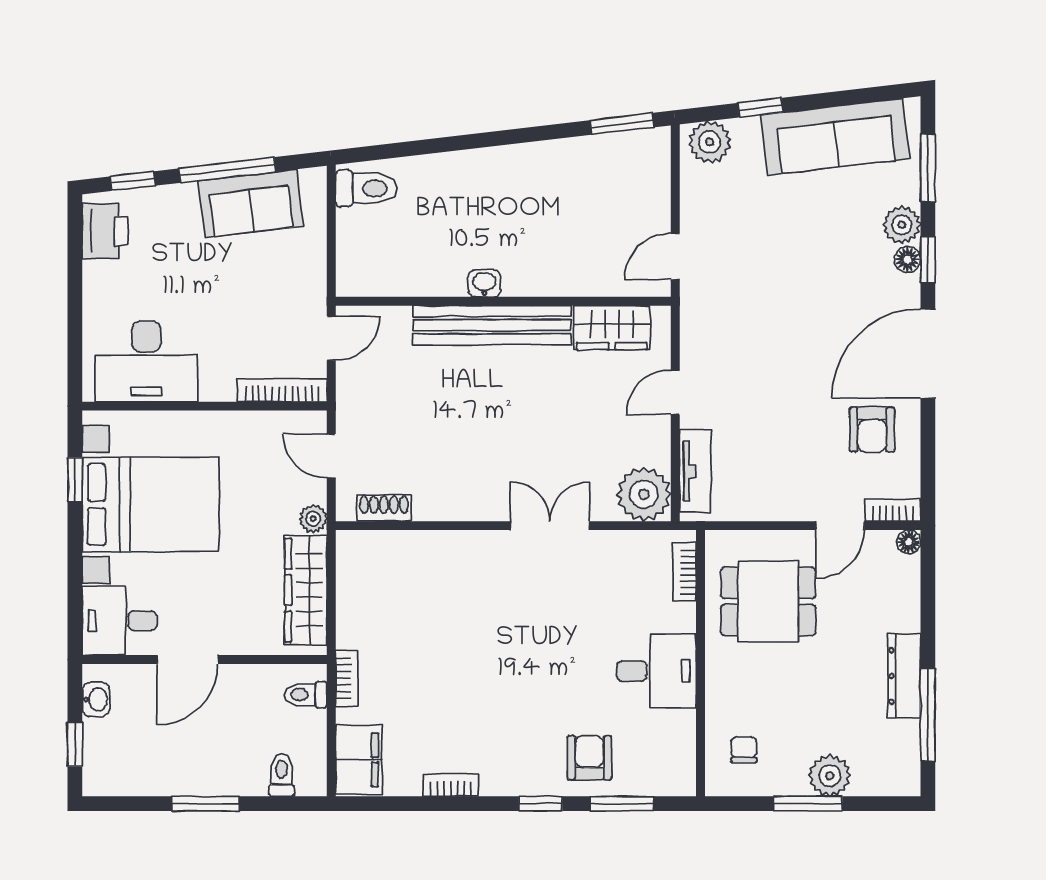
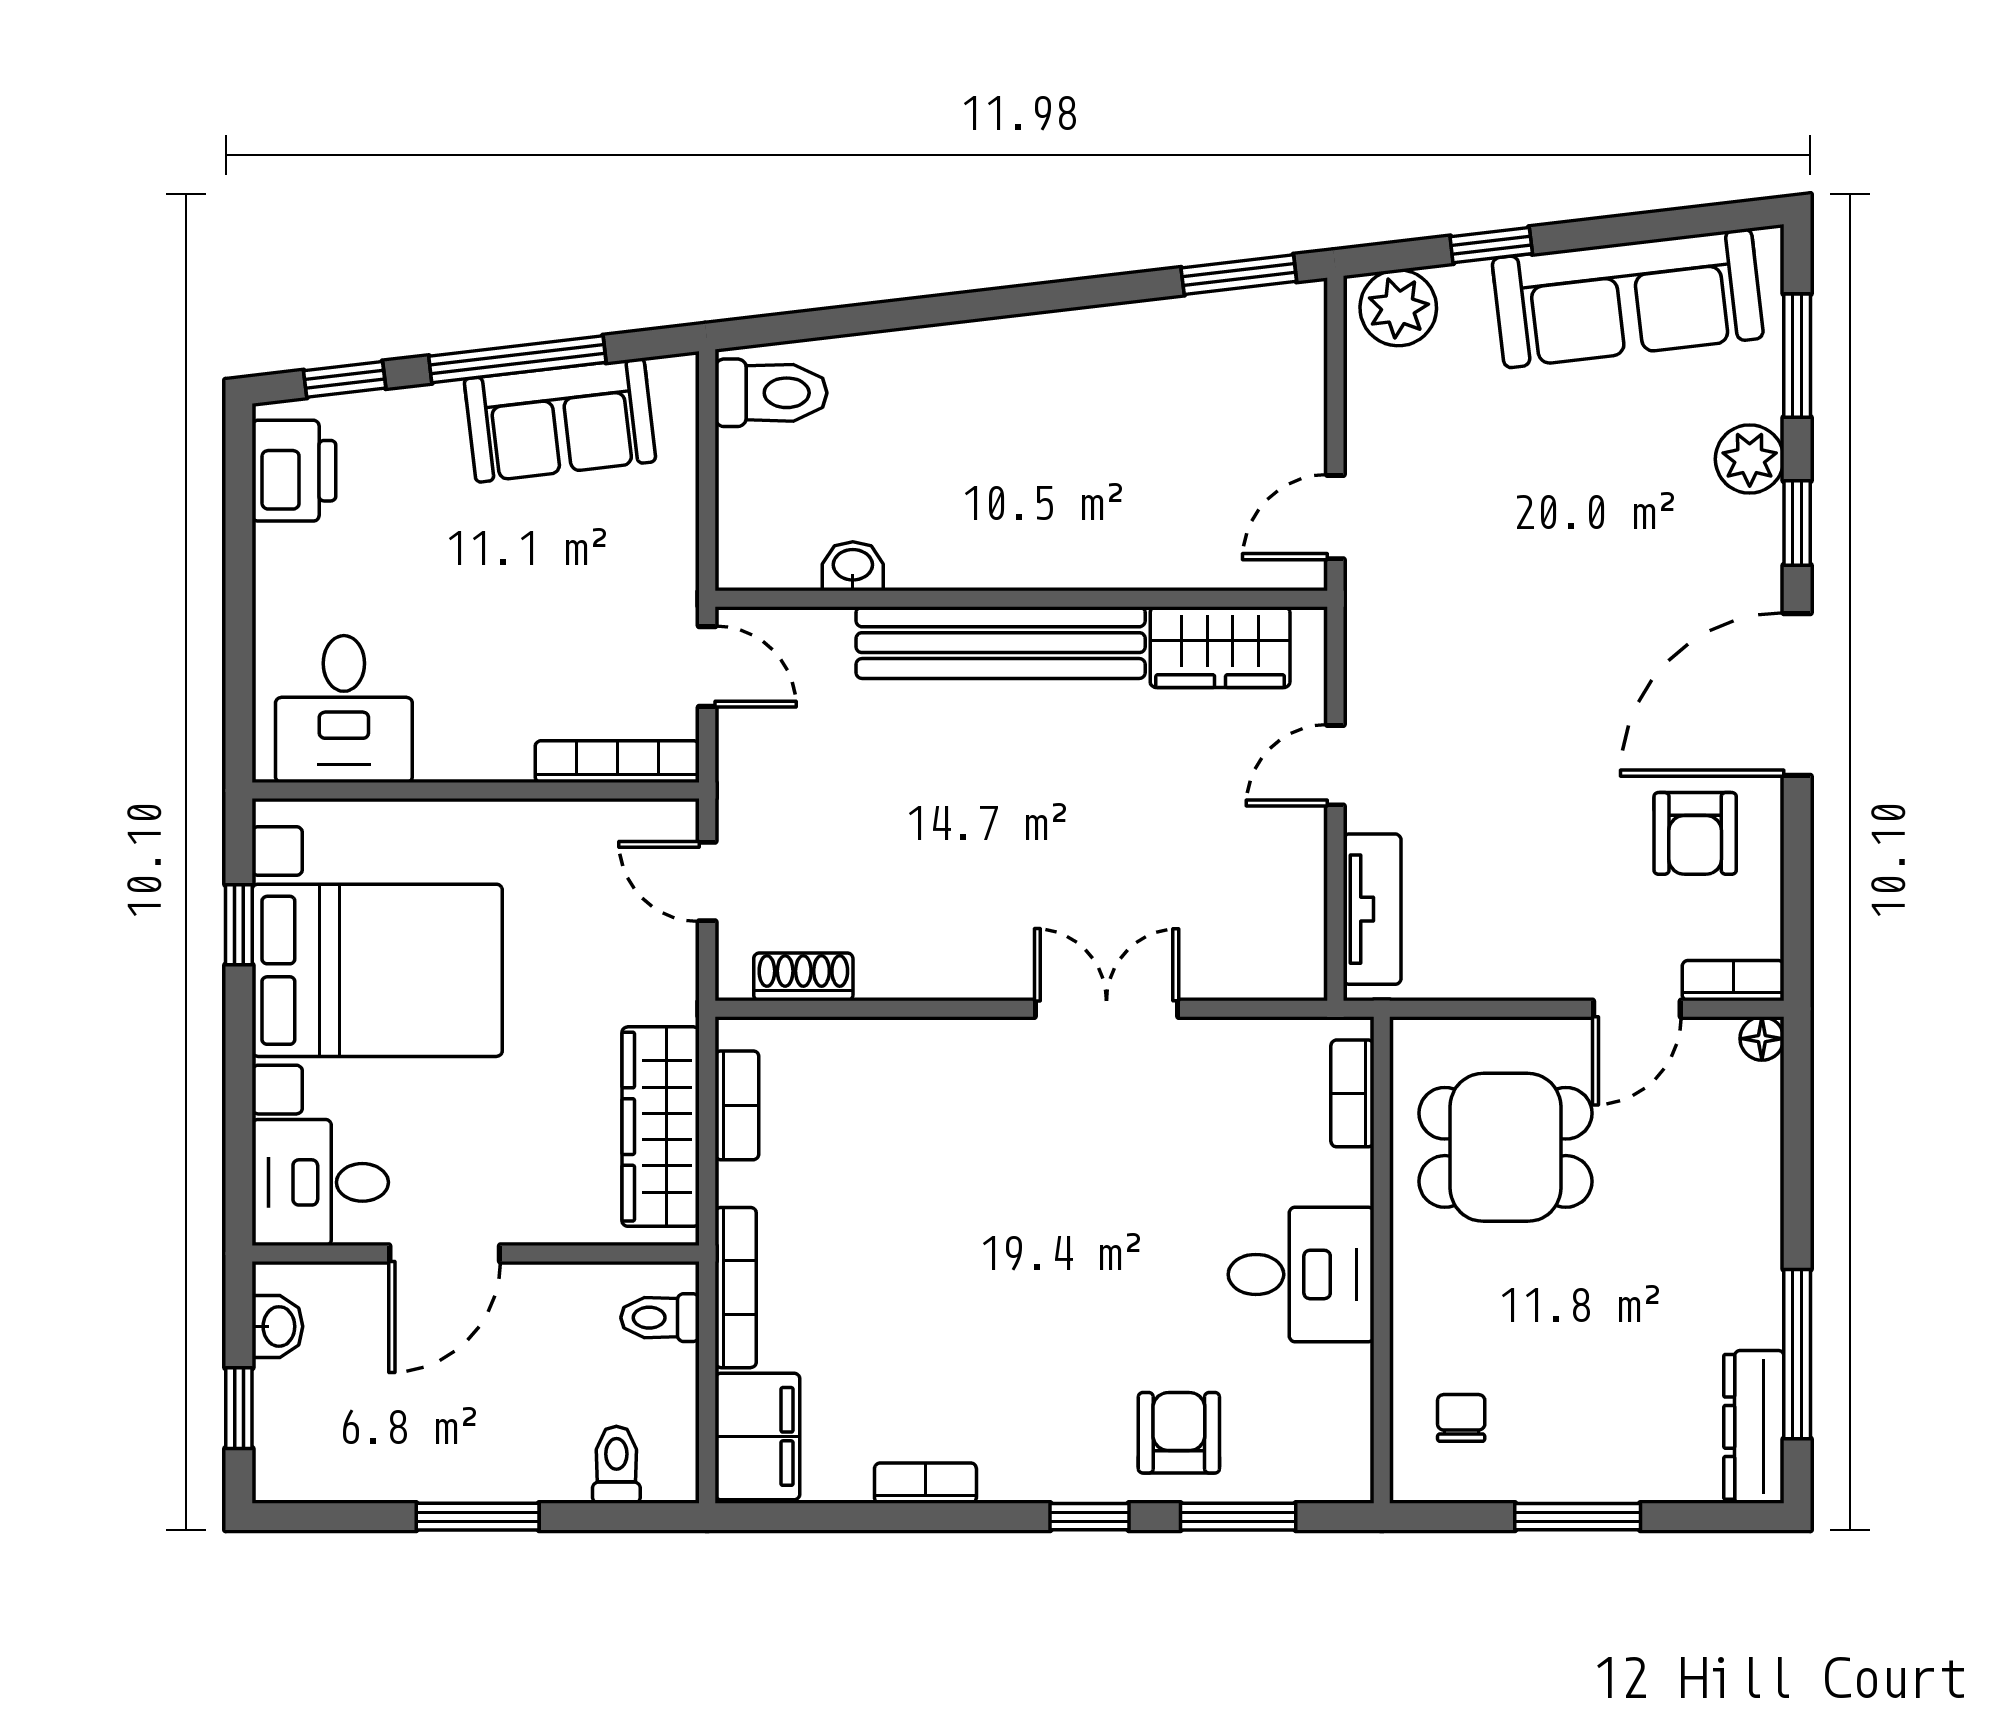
floor lamp: (907, 259) -> (1760, 523), removed
washbasin: (484, 283) -> (853, 566), moved
door: (331, 338) -> (707, 666), hinge flipped
desk: (146, 362) -> (344, 709), width x0.73
plant: (644, 494) -> (1278, 952), removed
plant: (313, 519) -> (674, 996), removed
bookcase: (348, 578) -> (737, 1105), added
dresser: (904, 676) -> (1754, 1427), moved
bookcase: (347, 678) -> (736, 1288), width x1.56
plant: (830, 776) -> (1618, 1465), removed

